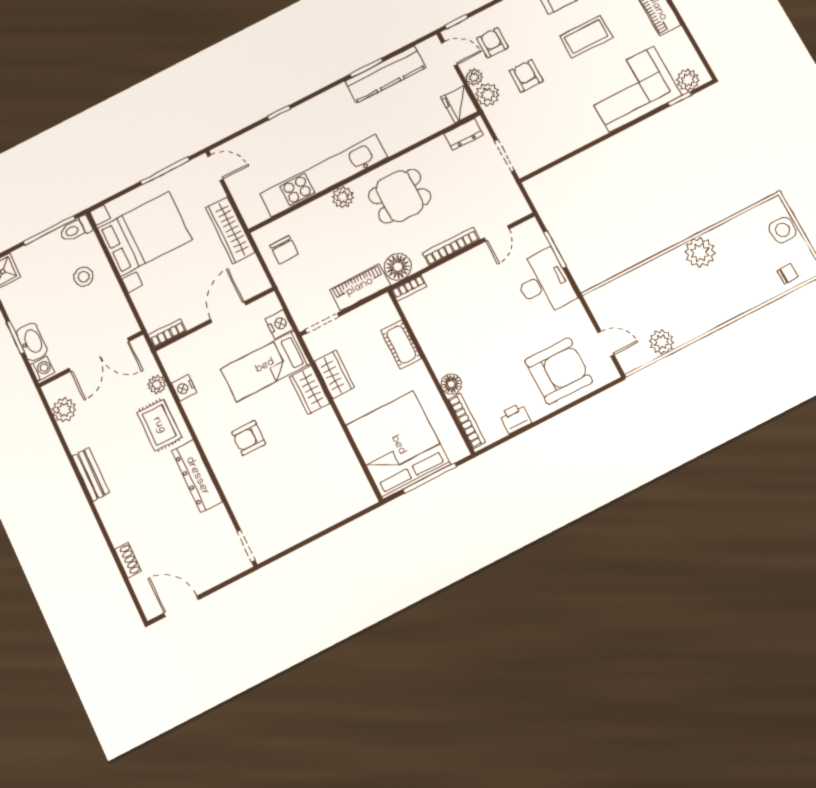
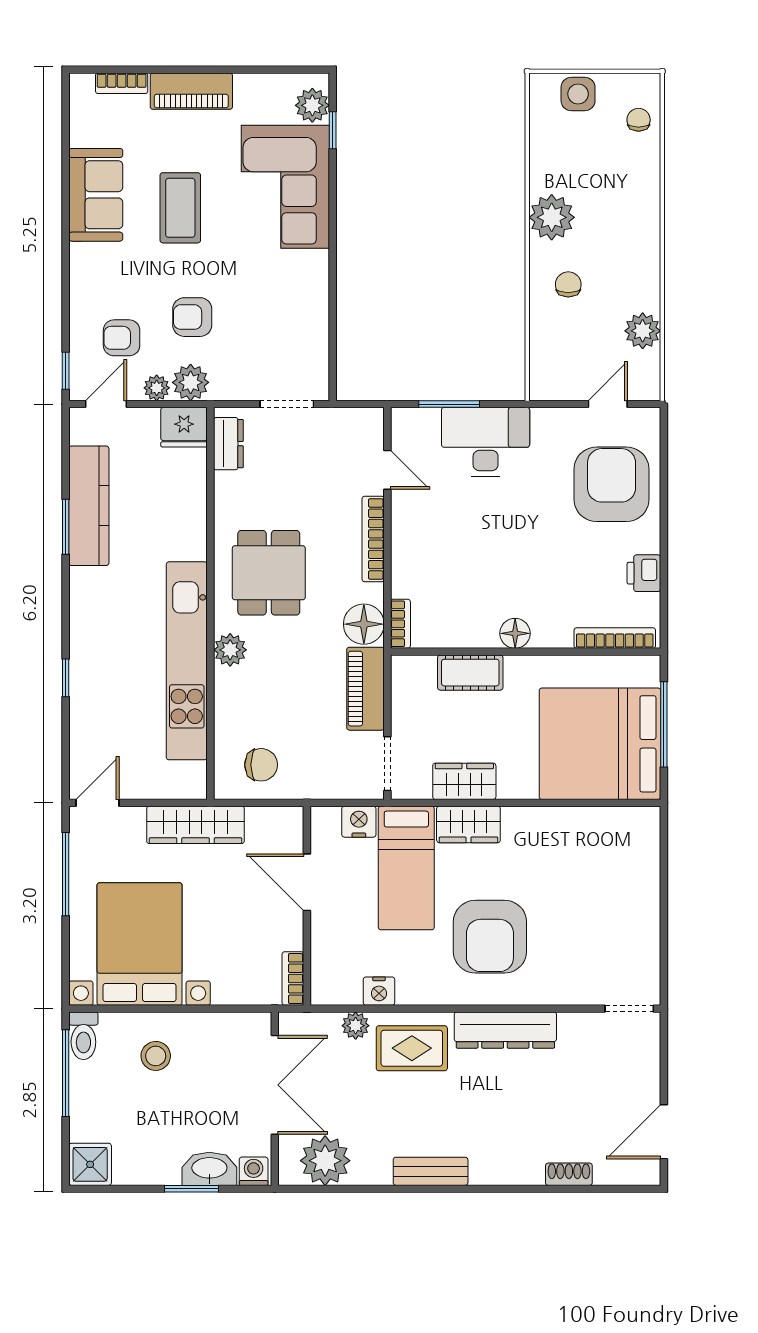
chair: (665, 283) -> (568, 284), added
floor lamp: (451, 384) -> (515, 633), moved
plant: (64, 410) -> (325, 1161), width x1.36, depth x1.36
armchair: (249, 438) -> (490, 937), width x1.88, depth x1.88

